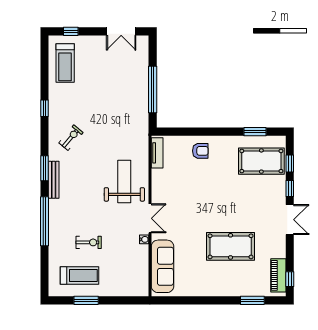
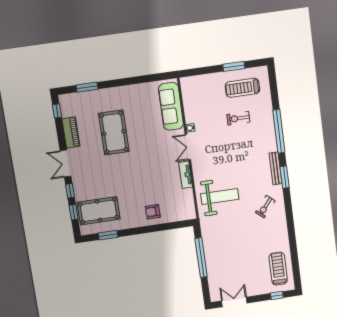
window: (44, 108) -> (291, 228), removed
tv unit: (157, 153) -> (185, 175), moved
weight bench: (124, 182) -> (220, 197), moved, turned -90
pool table: (231, 246) -> (114, 133), turned 90
piano: (278, 275) -> (71, 133), moved

